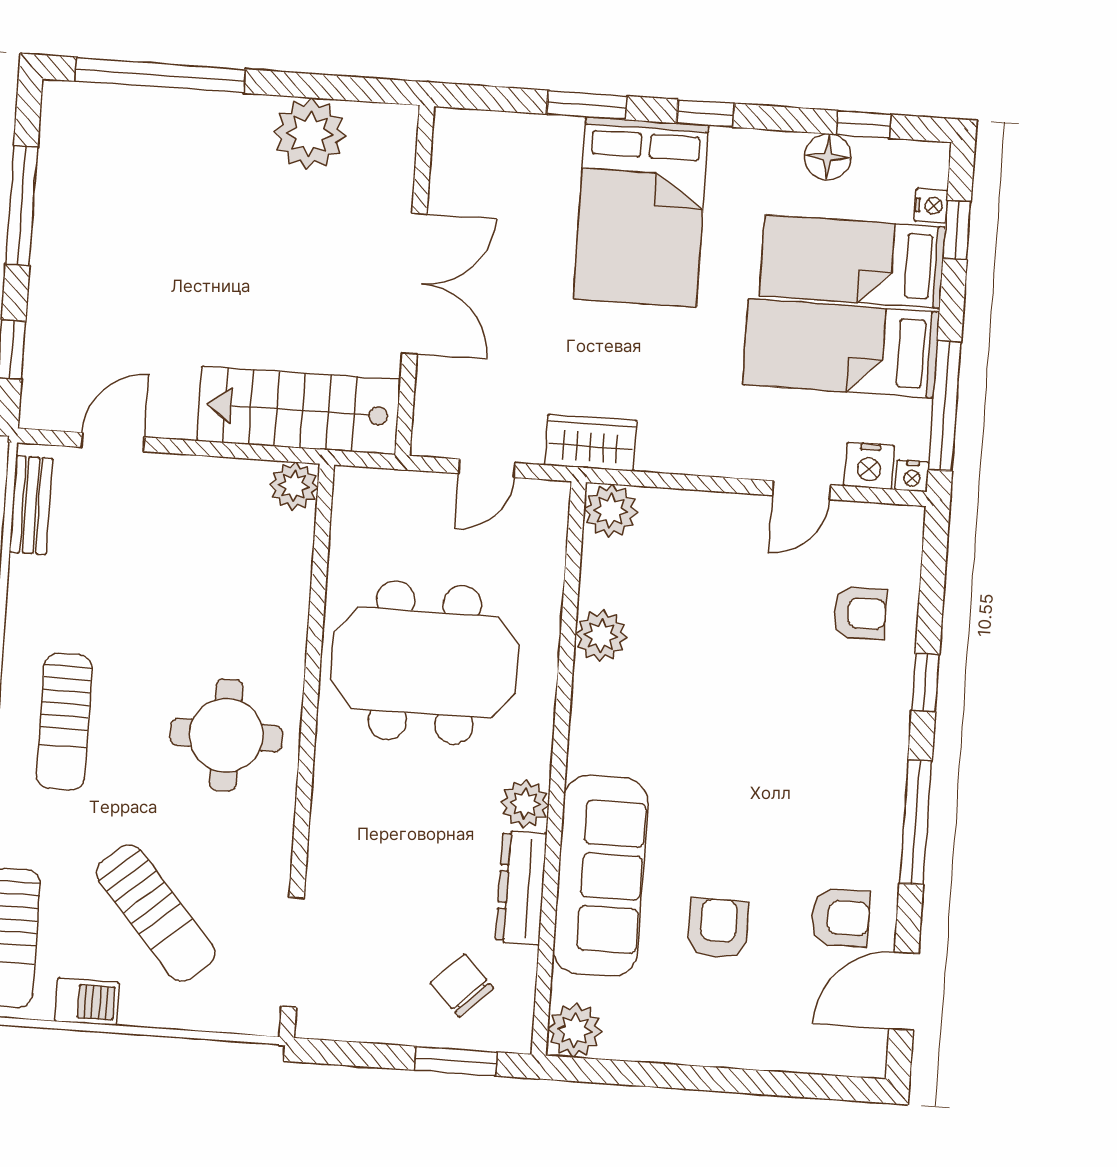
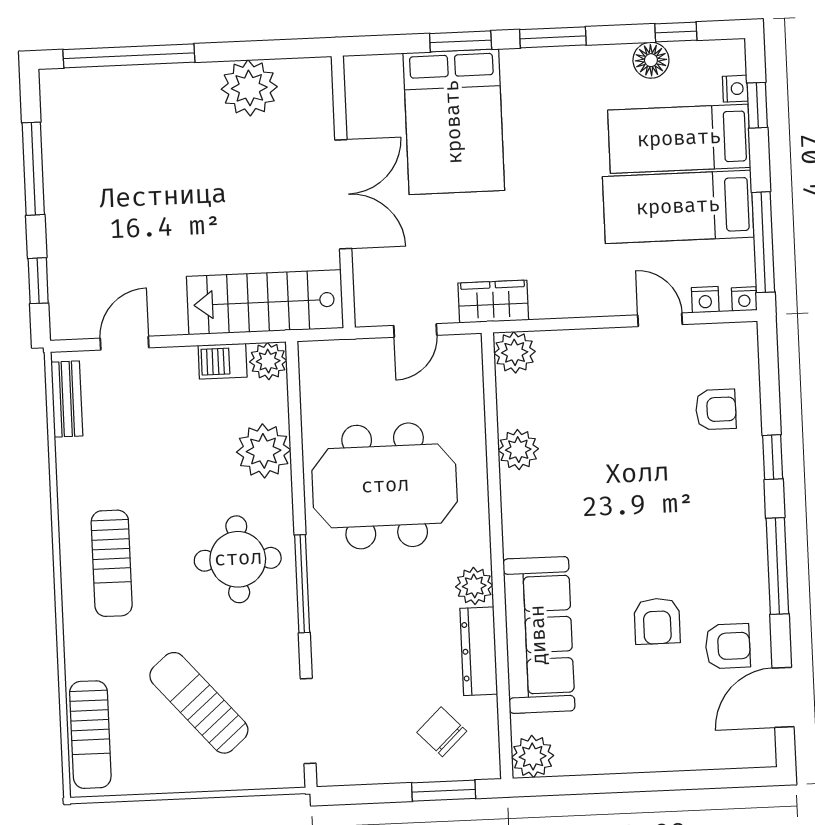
window: (705, 113) -> (553, 37), width x1.50
bed: (641, 212) -> (454, 122), moved
nightstand: (869, 466) -> (705, 300), width x0.72, depth x0.74
door: (801, 490) -> (660, 320), swing flipped
plant: (275, 600) -> (264, 451), added
window: (305, 776) -> (302, 584), added
sun lounger: (156, 913) -> (199, 703), turned 180
armchair: (718, 928) -> (657, 621), moved, turned 180
barbecue: (87, 1002) -> (223, 361), moved, turned 180

